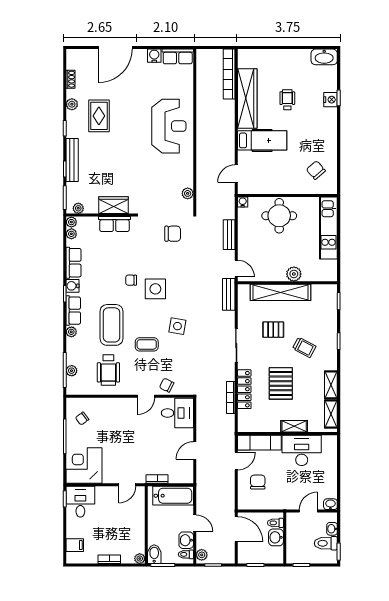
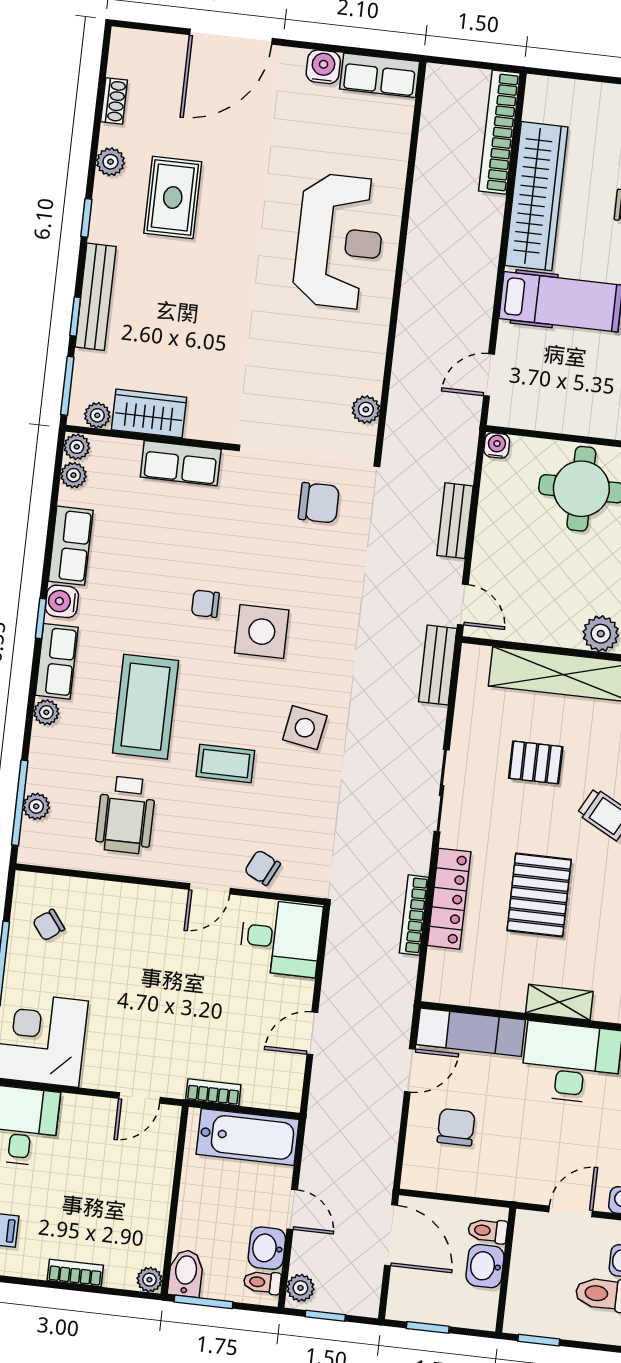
wardrobe: (113, 205) -> (149, 413), moved

